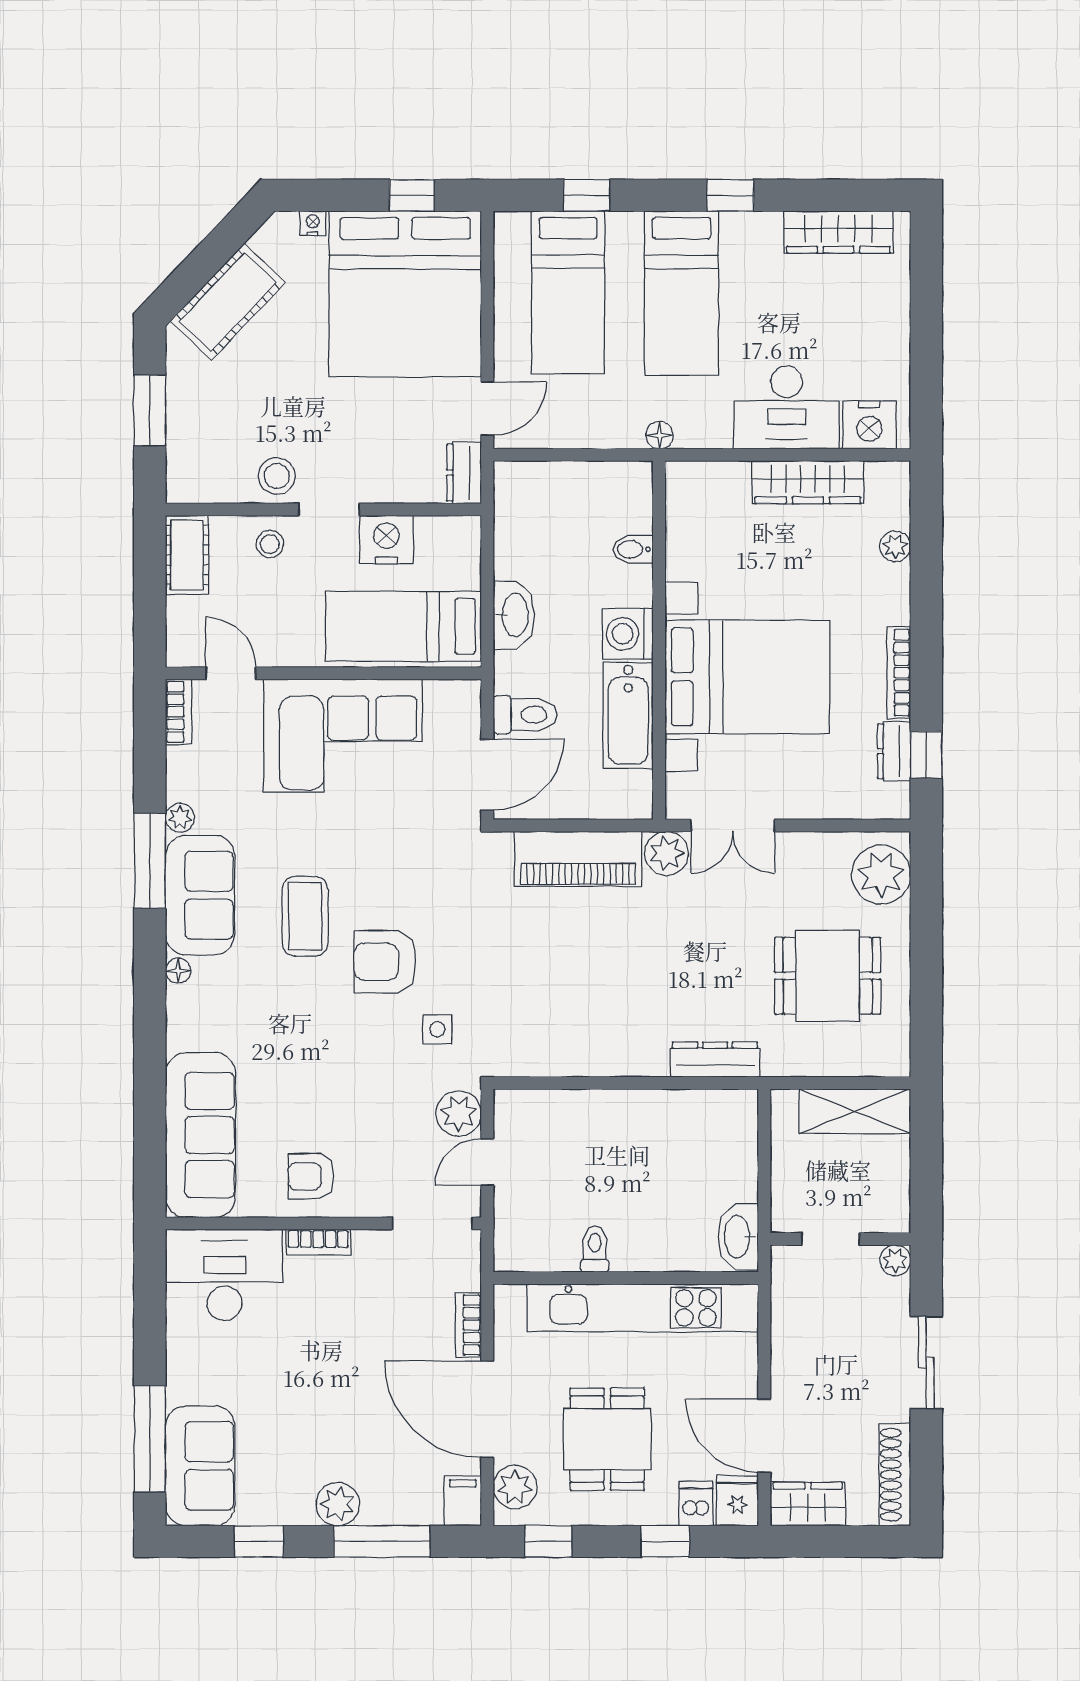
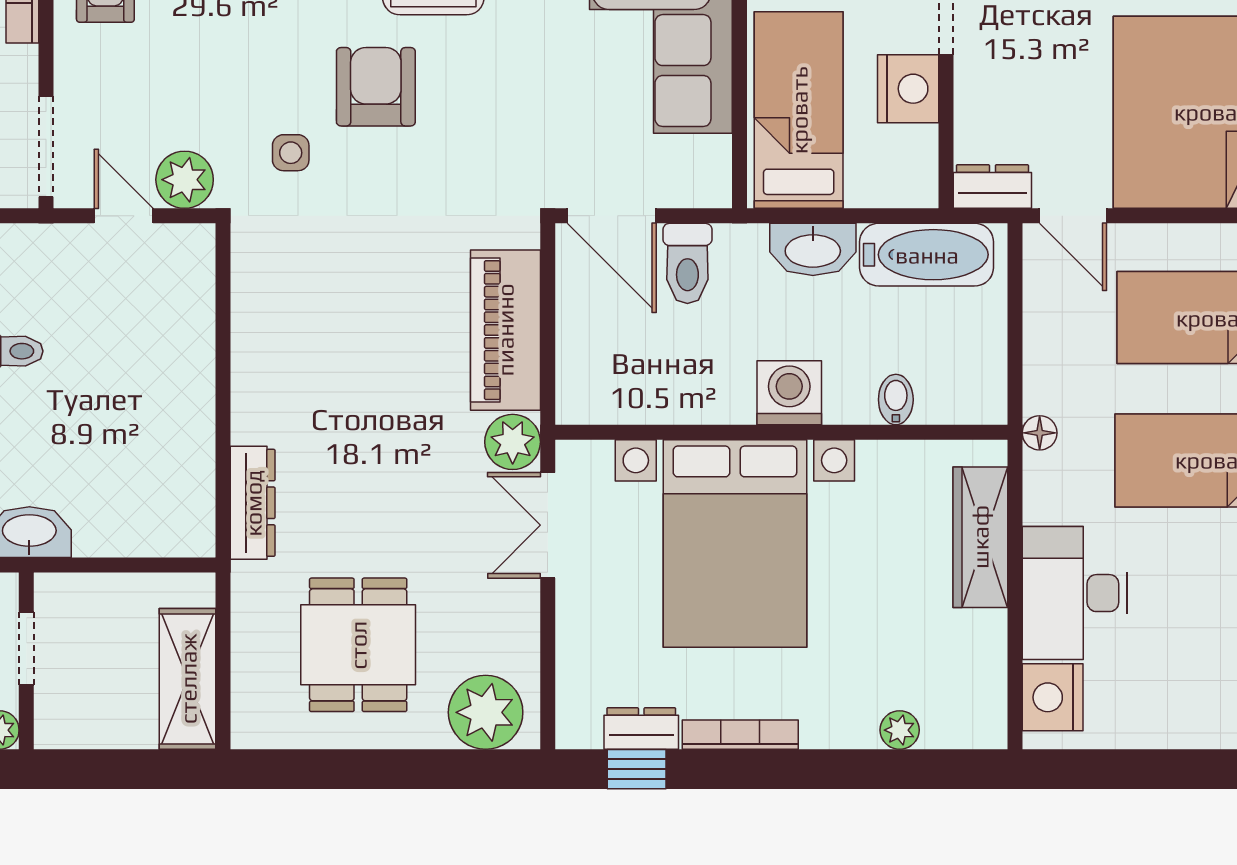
wardrobe: (808, 482) -> (980, 537), moved
bathtub: (628, 715) -> (927, 255), moved, turned 180

